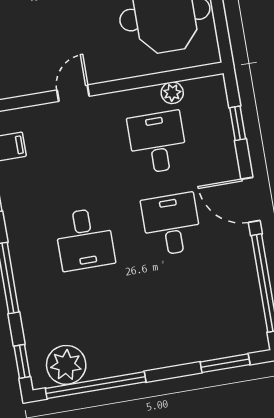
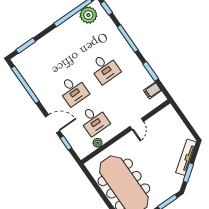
door: (251, 200) -> (53, 124), moved
desk: (85, 239) -> (105, 68), turned 180

